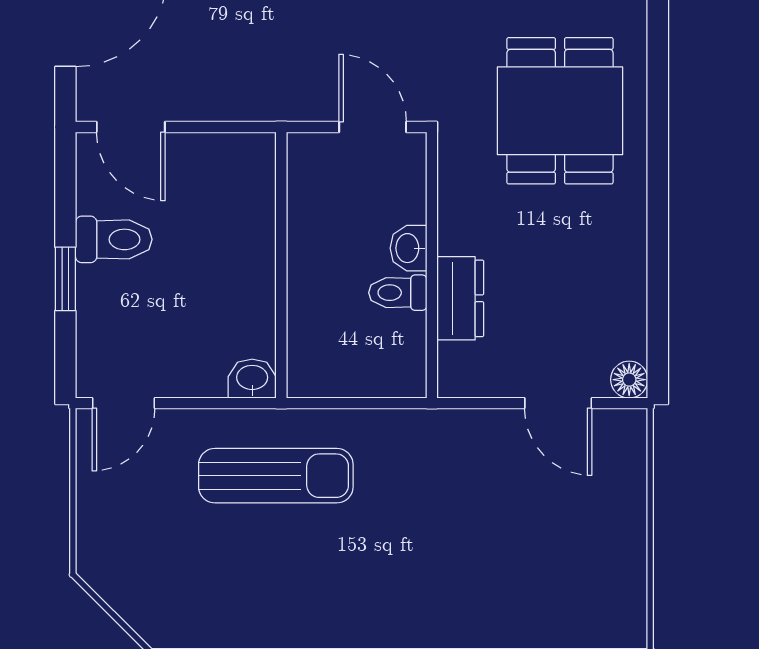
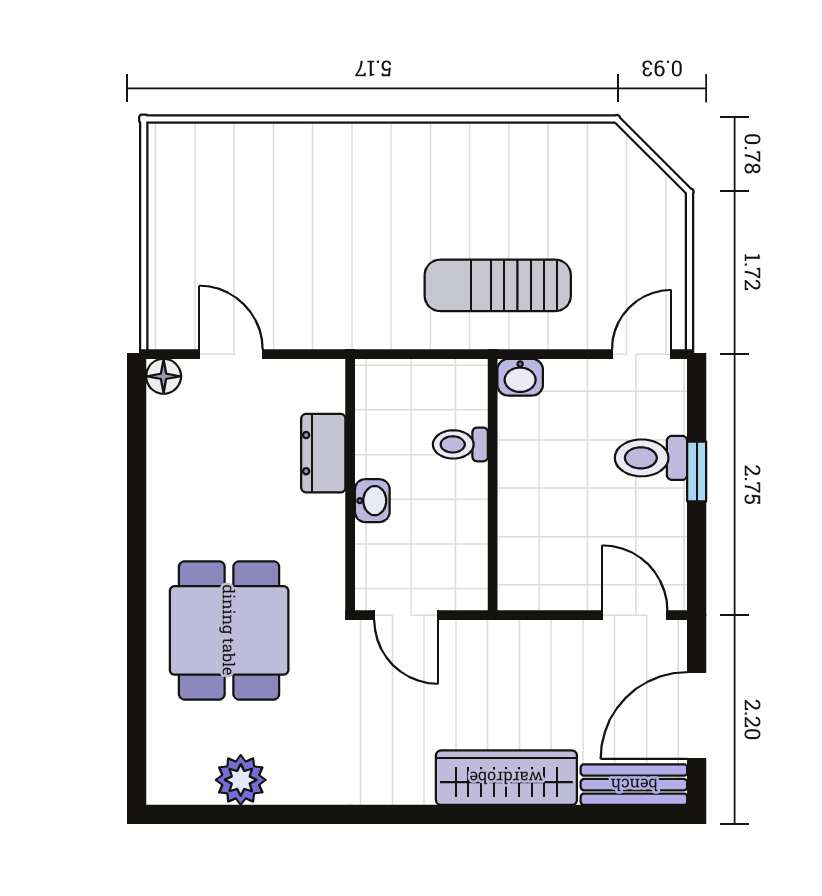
toilet: (114, 239) -> (651, 458), moved
toilet: (398, 293) -> (460, 444), moved, turned 180

